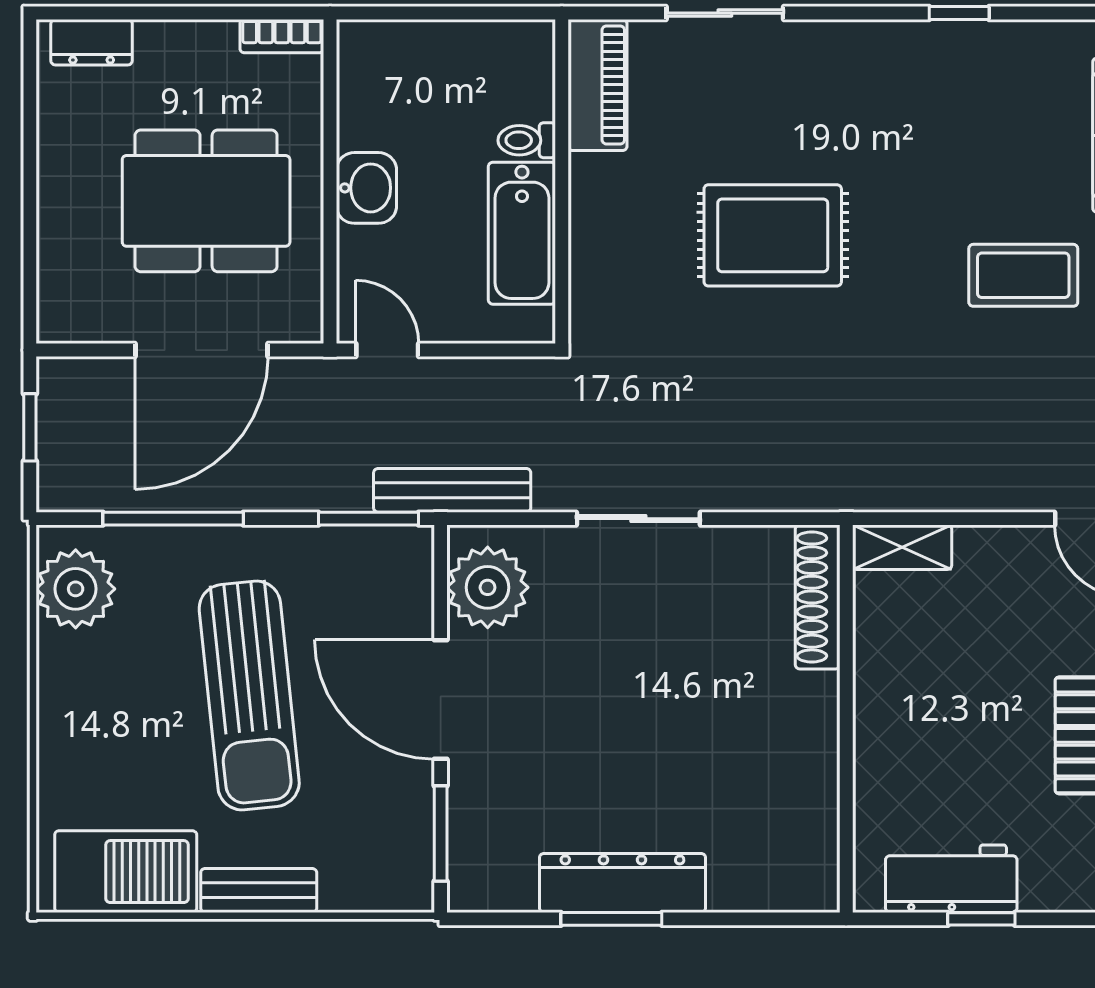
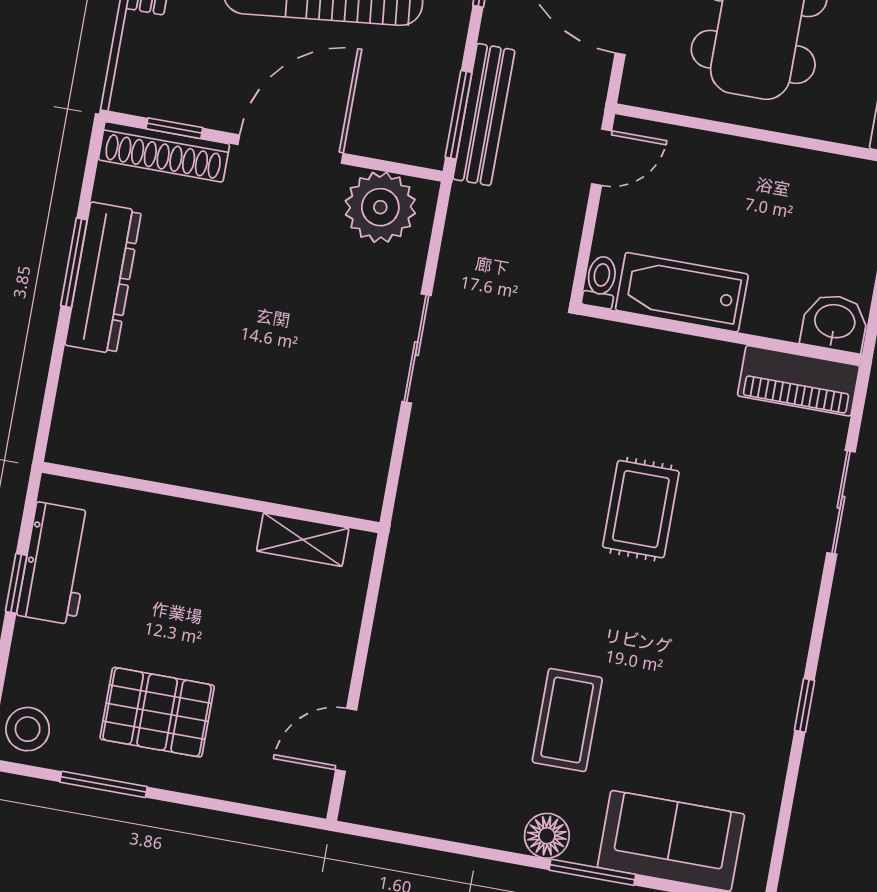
toilet: (527, 140) -> (601, 282), moved
washbasin: (366, 188) -> (835, 323), moved, turned 180
rug: (773, 235) -> (641, 509), width x0.73, depth x0.70
bench: (452, 490) -> (484, 115), moved
shelving: (902, 547) -> (303, 540), moved, turned 90
shoe rack: (818, 597) -> (164, 152), moved, turned 180
window: (441, 834) -> (174, 128), width x0.67

